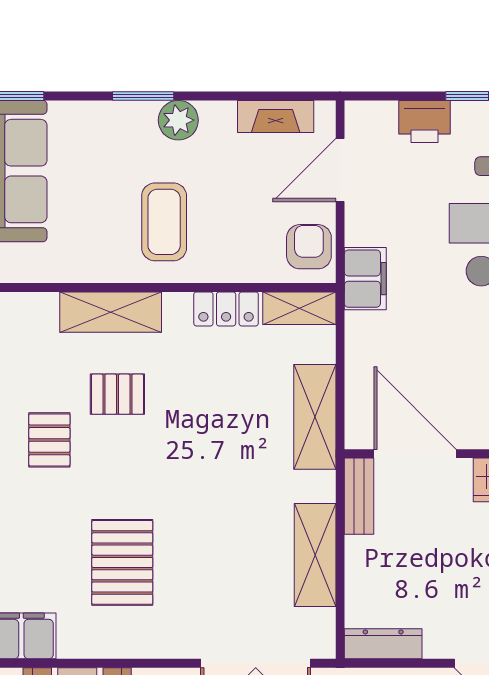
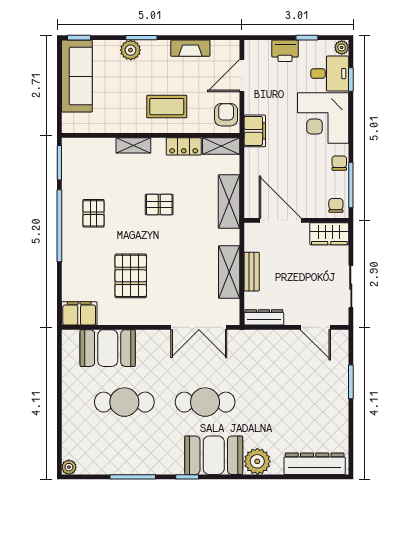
fireplace: (276, 116) -> (190, 48), moved
plant: (178, 120) -> (131, 50), moved
coffee table: (164, 222) -> (167, 107), moved, turned 90
shelving: (111, 312) -> (133, 145), width x0.67, depth x0.75
pallet: (117, 394) -> (159, 205), moved
bench: (359, 496) -> (252, 272), moved

